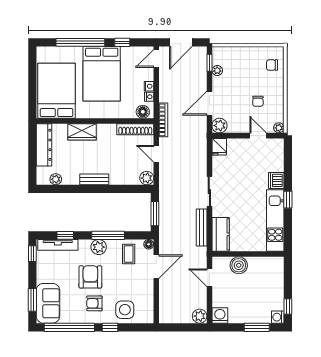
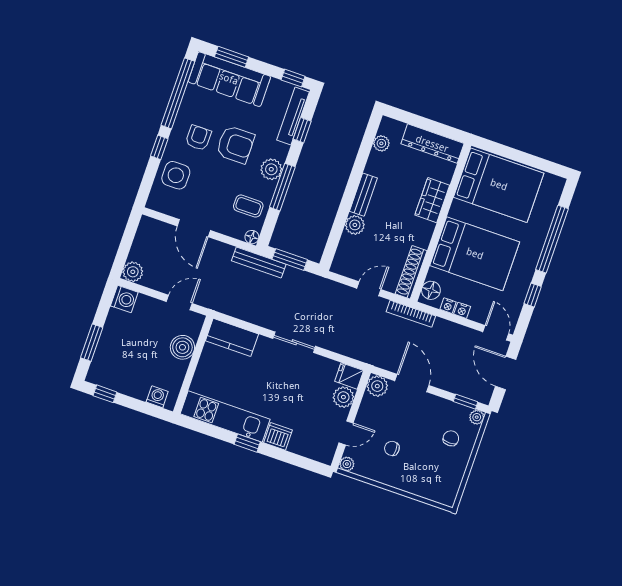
chair: (272, 65) -> (451, 438), moved
plant: (217, 70) -> (477, 417), moved
bed: (102, 74) -> (475, 254), moved, turned 180
plant: (235, 146) -> (343, 397), added
plant: (147, 178) -> (355, 225), moved
bench: (202, 228) -> (259, 262), moved
door: (156, 267) -> (194, 228), moved
sofa: (48, 303) -> (229, 79), width x1.36
washing machine: (278, 317) -> (157, 397), moved

